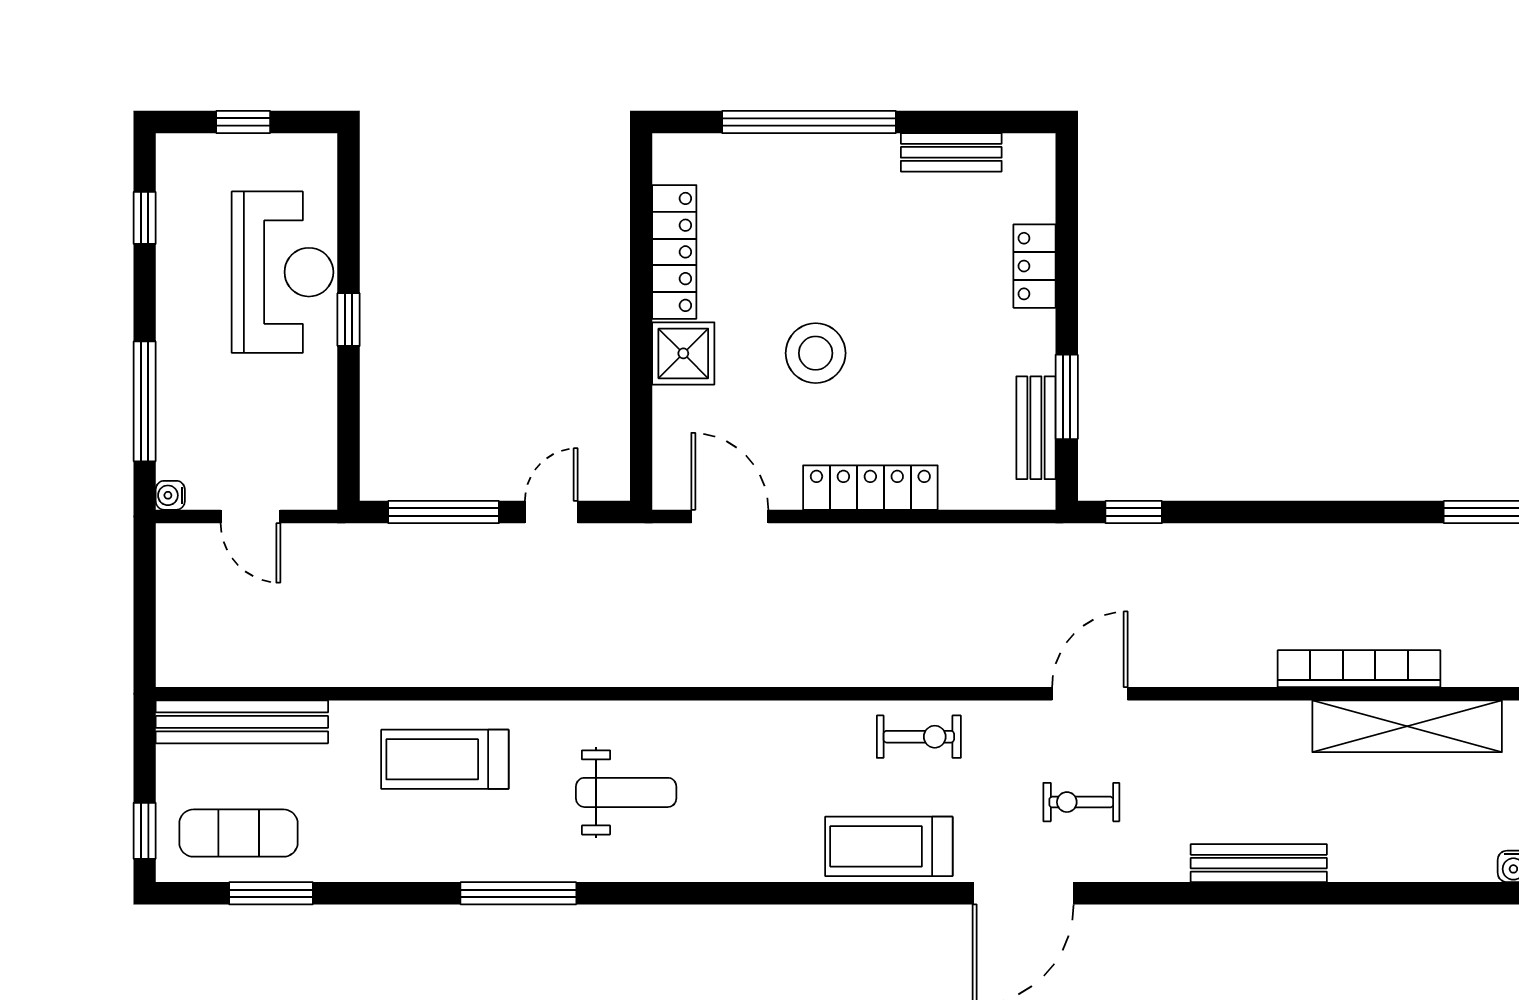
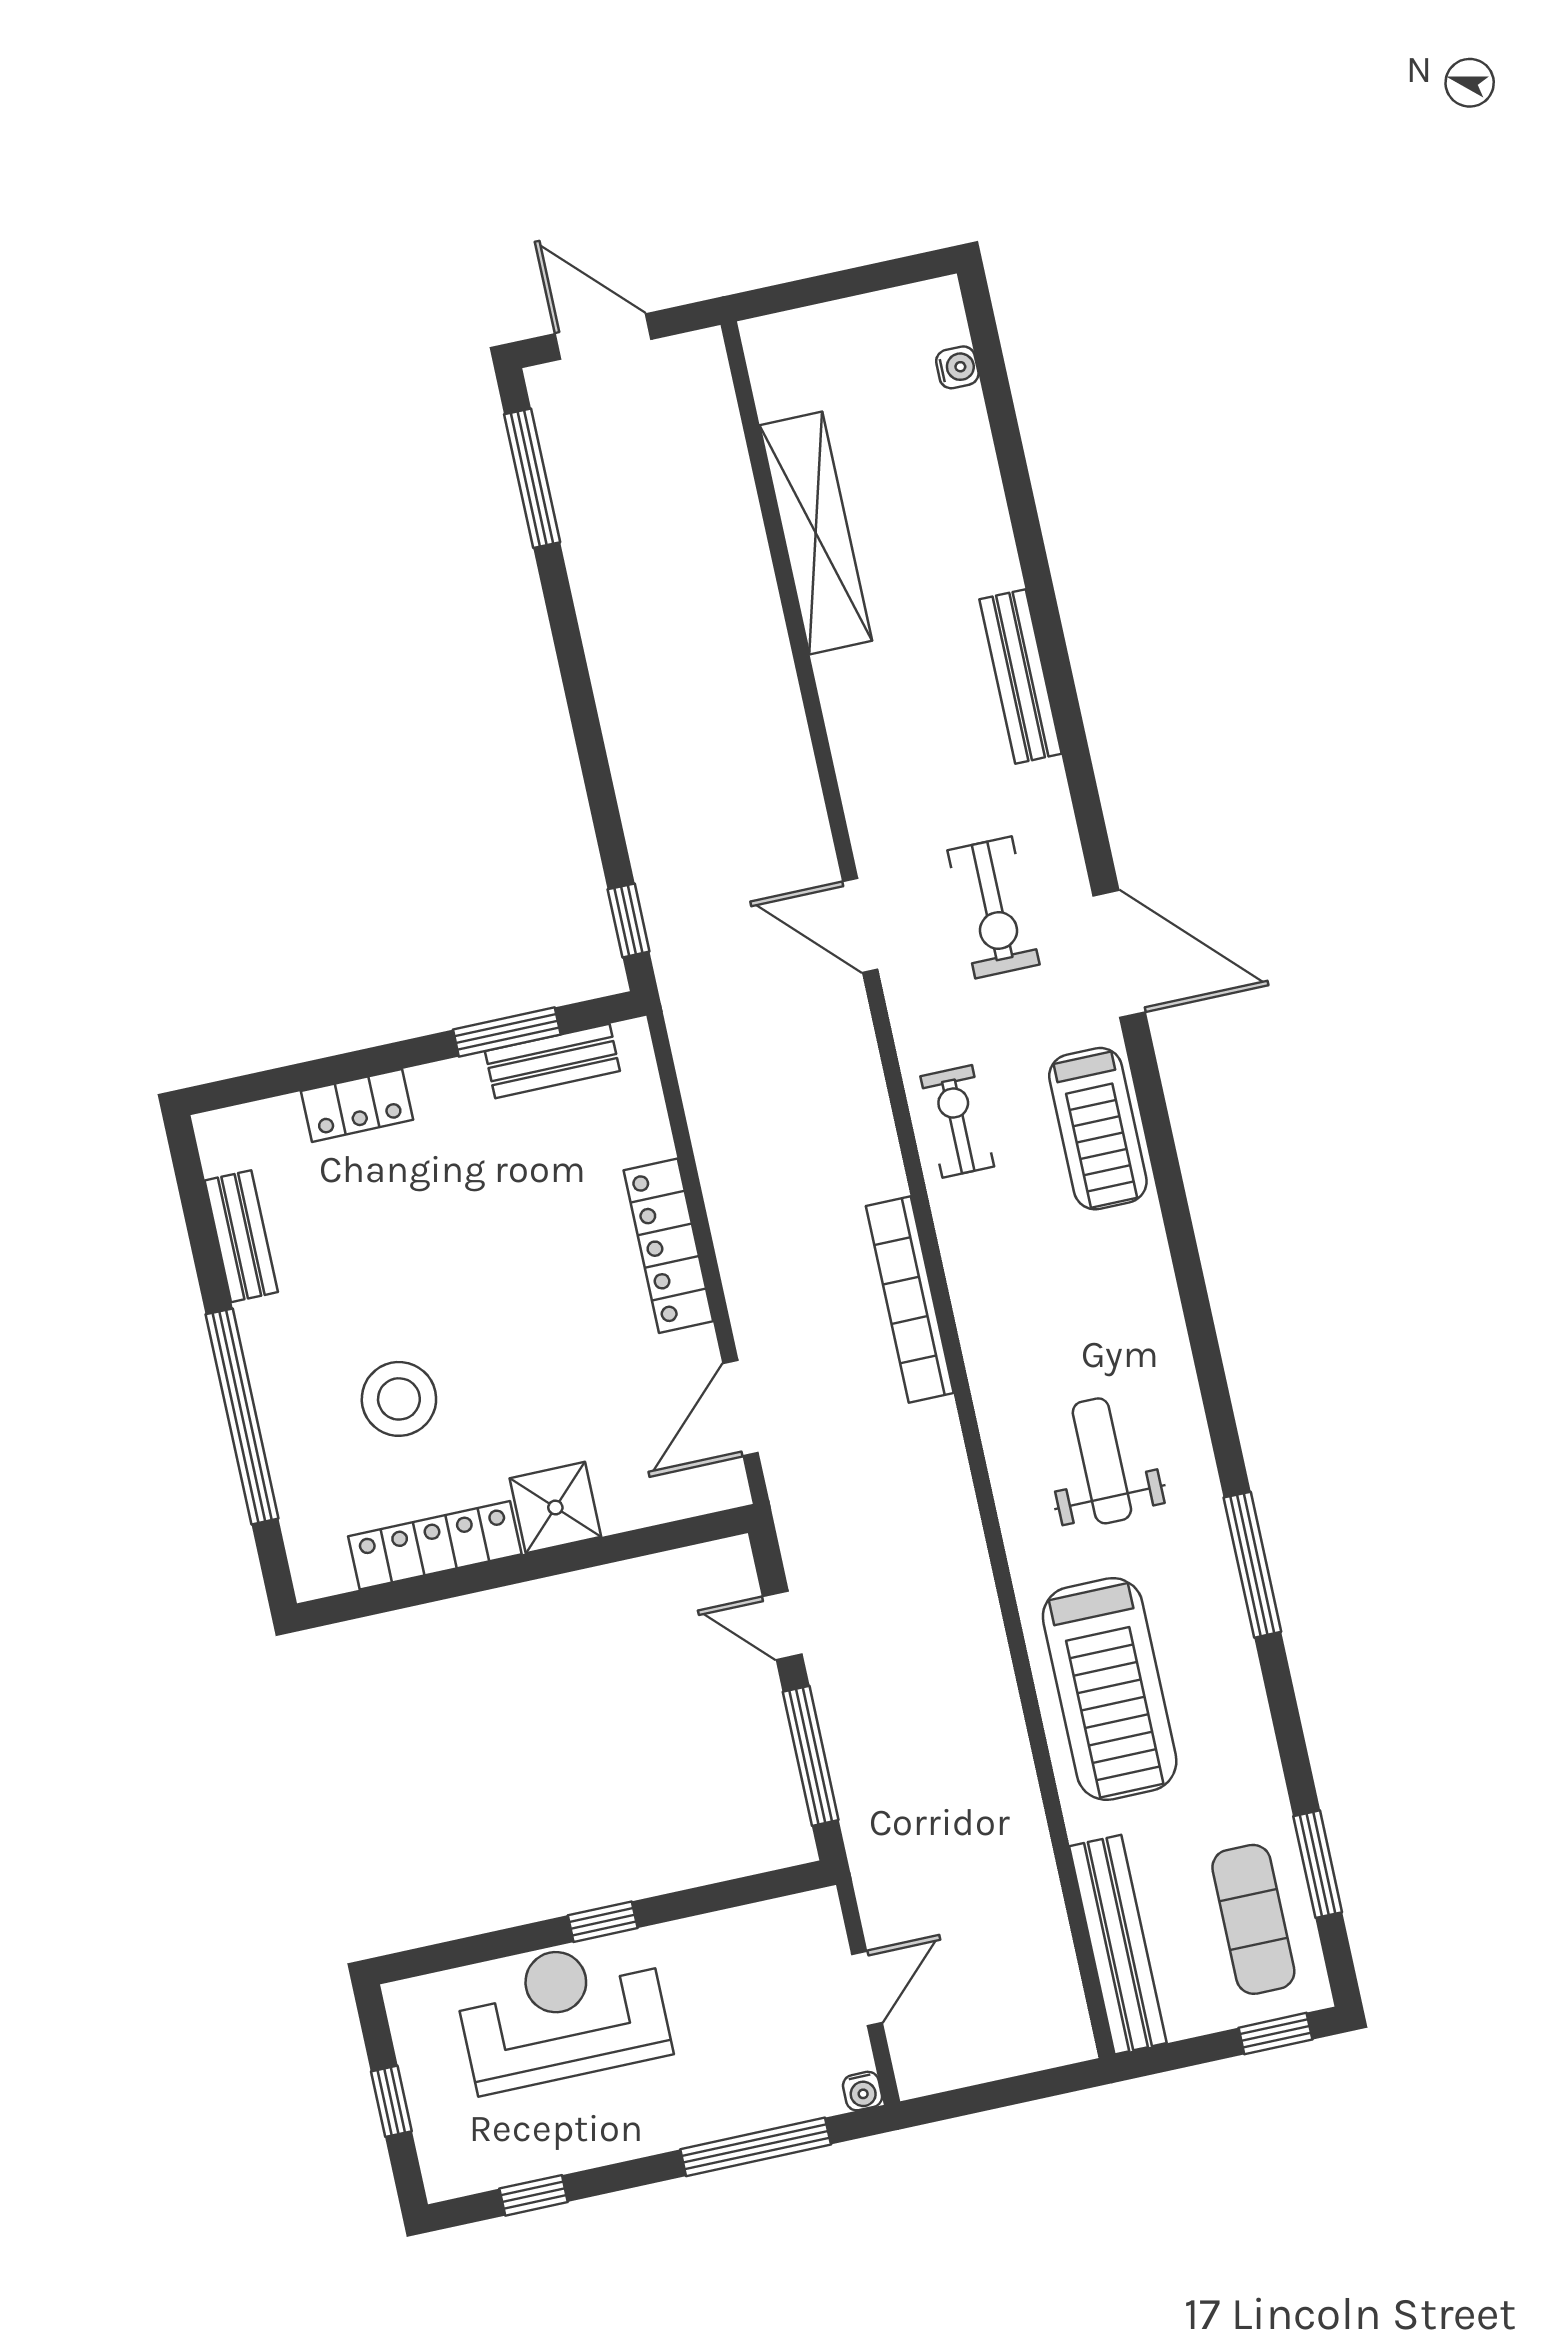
stool: (816, 353) -> (399, 1399), moved
bookcase: (1359, 669) -> (910, 1299), moved
treadmill: (445, 759) -> (1110, 1689), width x1.37, depth x1.38
exercise bike: (1081, 802) -> (993, 907), width x1.38, depth x1.39

